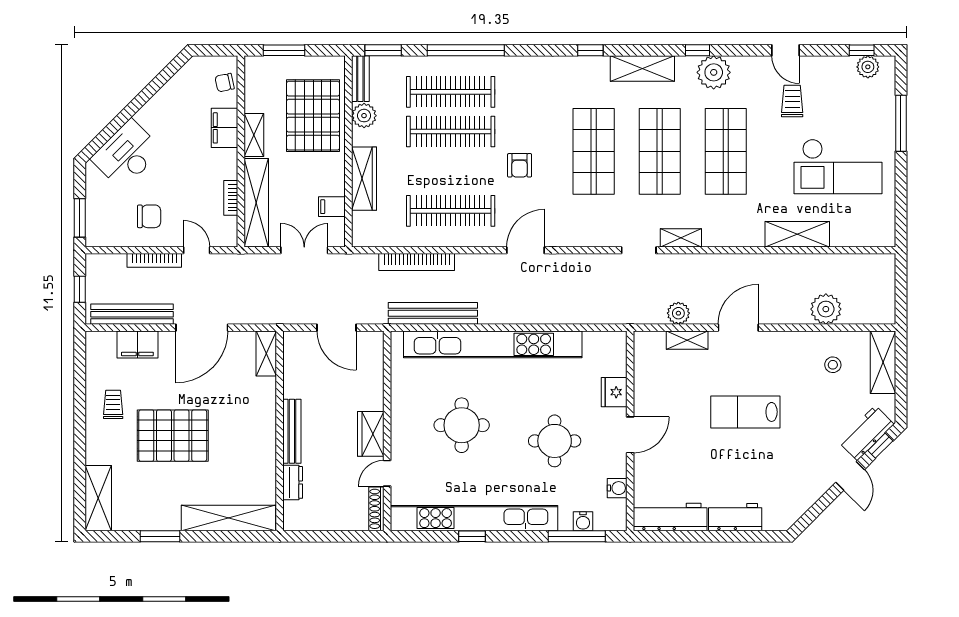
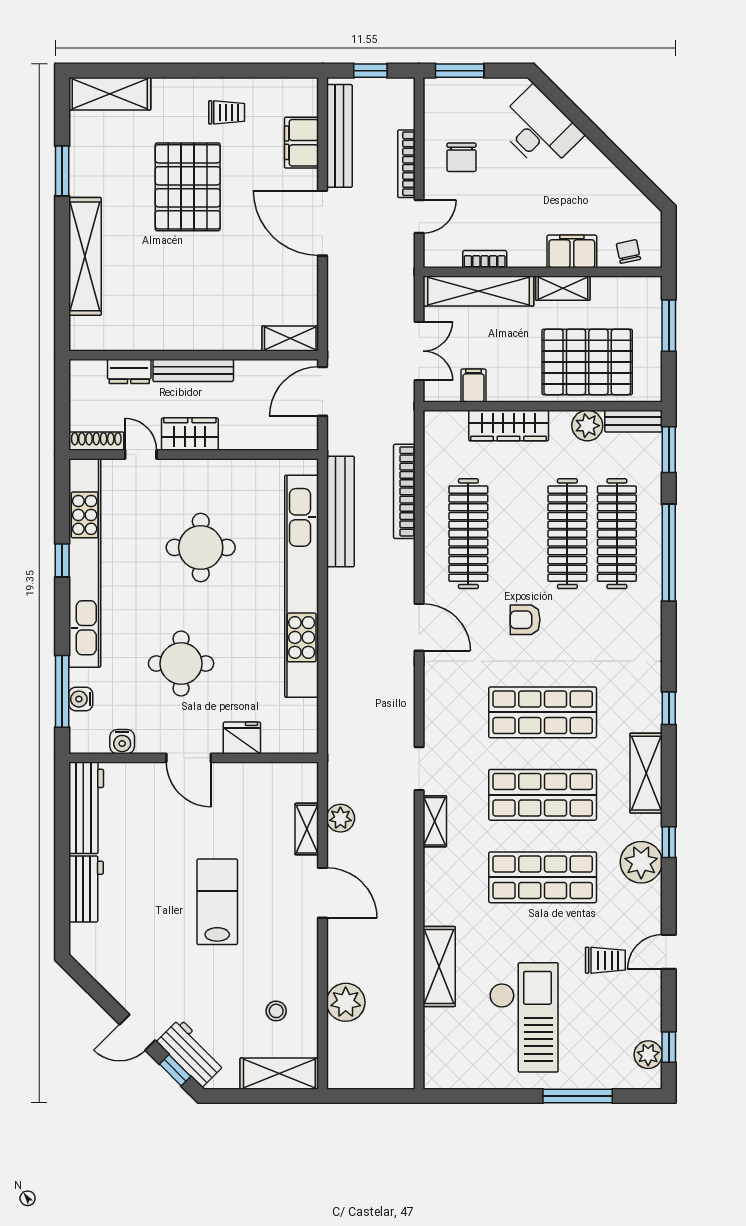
checkout: (838, 166) -> (524, 1017), turned 180
shelving: (266, 353) -> (290, 338), moved
wall: (280, 431) -> (194, 355), moved
bench: (292, 431) -> (193, 370), moved
dresser: (293, 482) -> (129, 371), moved

